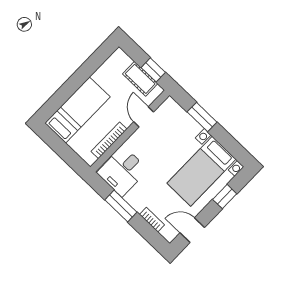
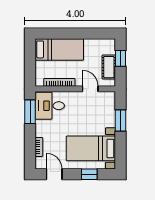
window: (153, 70) -> (121, 58), moved
door: (144, 117) -> (90, 89), hinge flipped
window: (121, 206) -> (30, 112), moved

